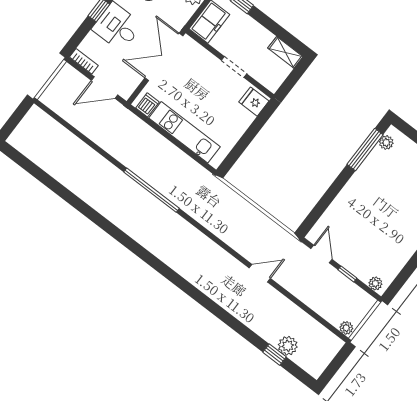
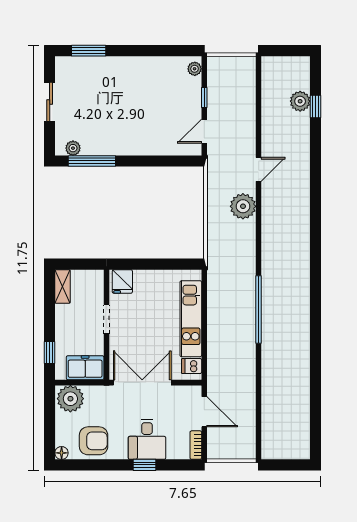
double door: (164, 57) -> (142, 383), swing flipped
door: (260, 273) -> (259, 169), swing flipped
plant: (346, 328) -> (243, 206), moved, width x1.88, depth x1.88

